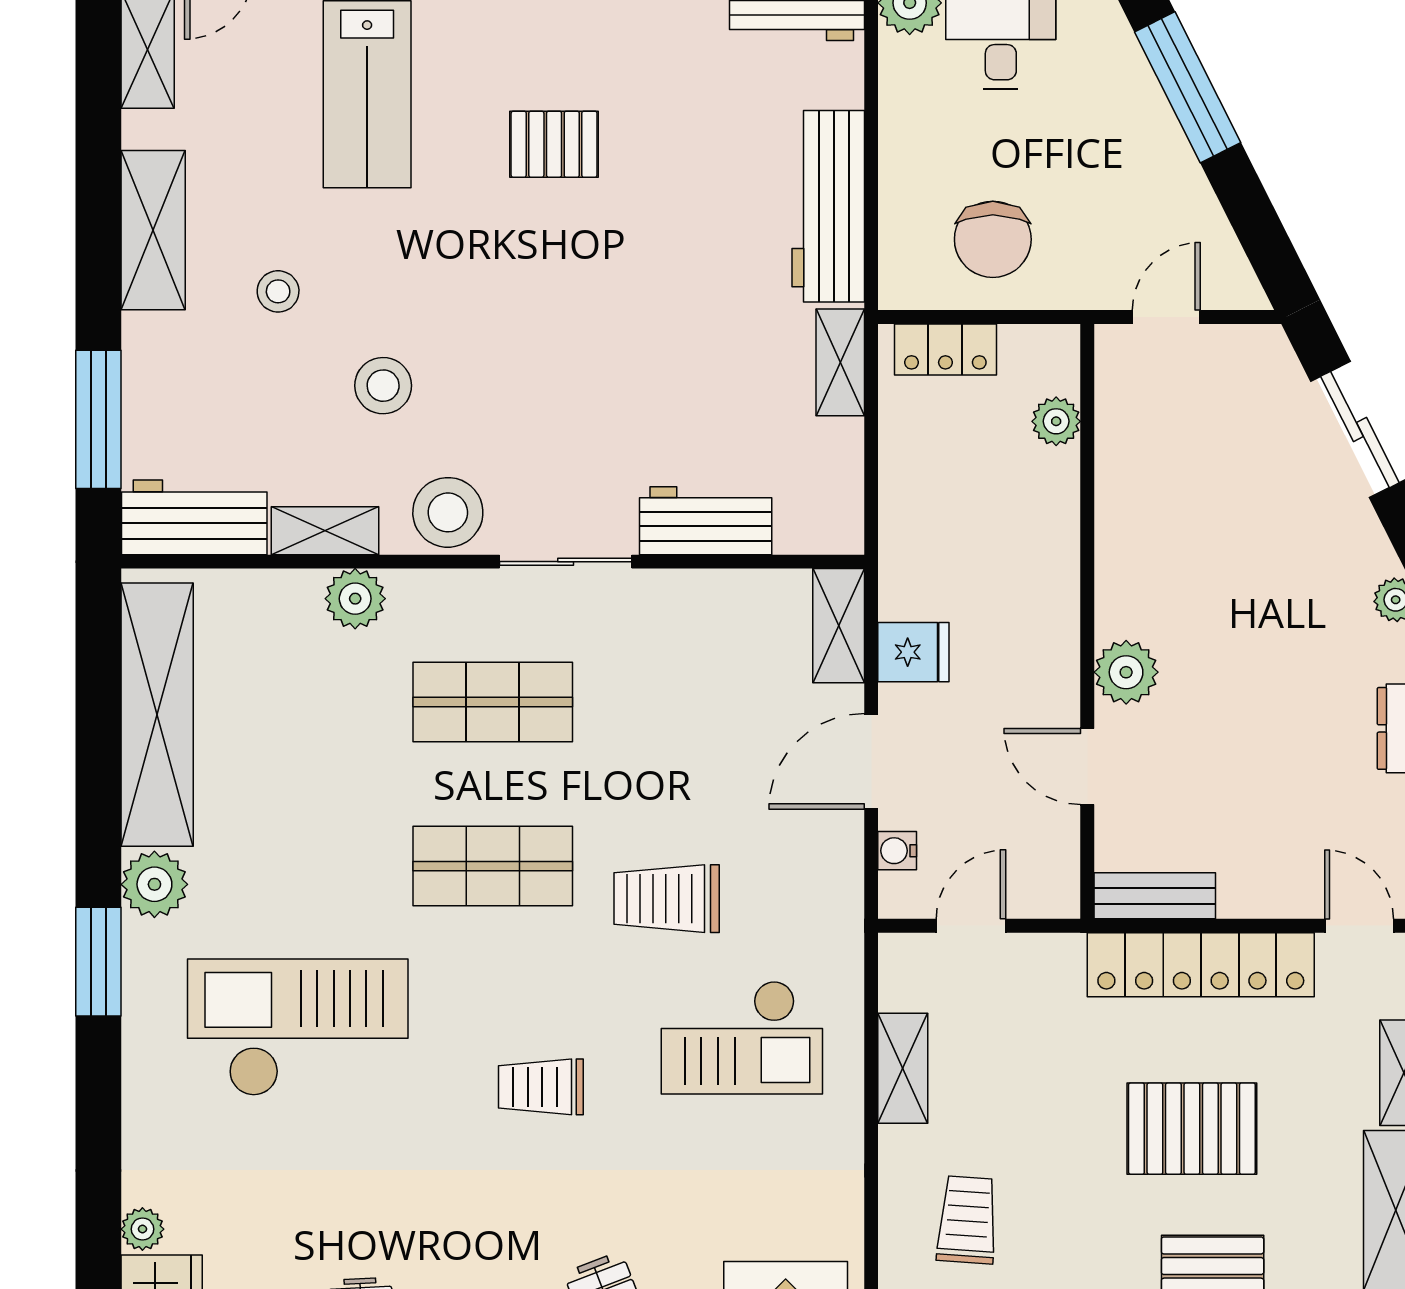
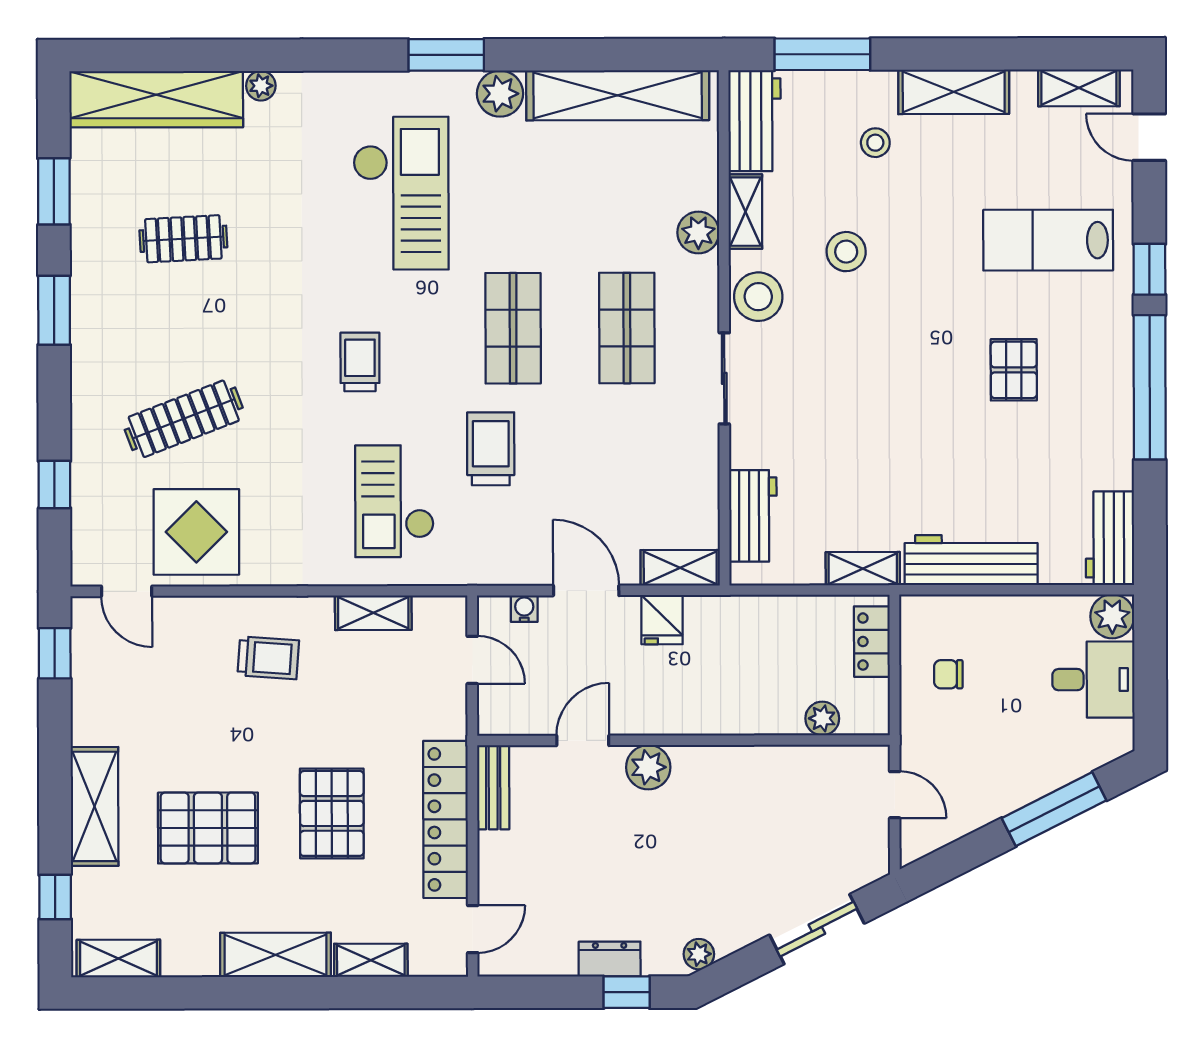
chair: (993, 239) -> (948, 674), width x0.54, depth x0.54
stool: (278, 291) -> (875, 143), moved
workbench: (706, 521) -> (753, 516), moved

